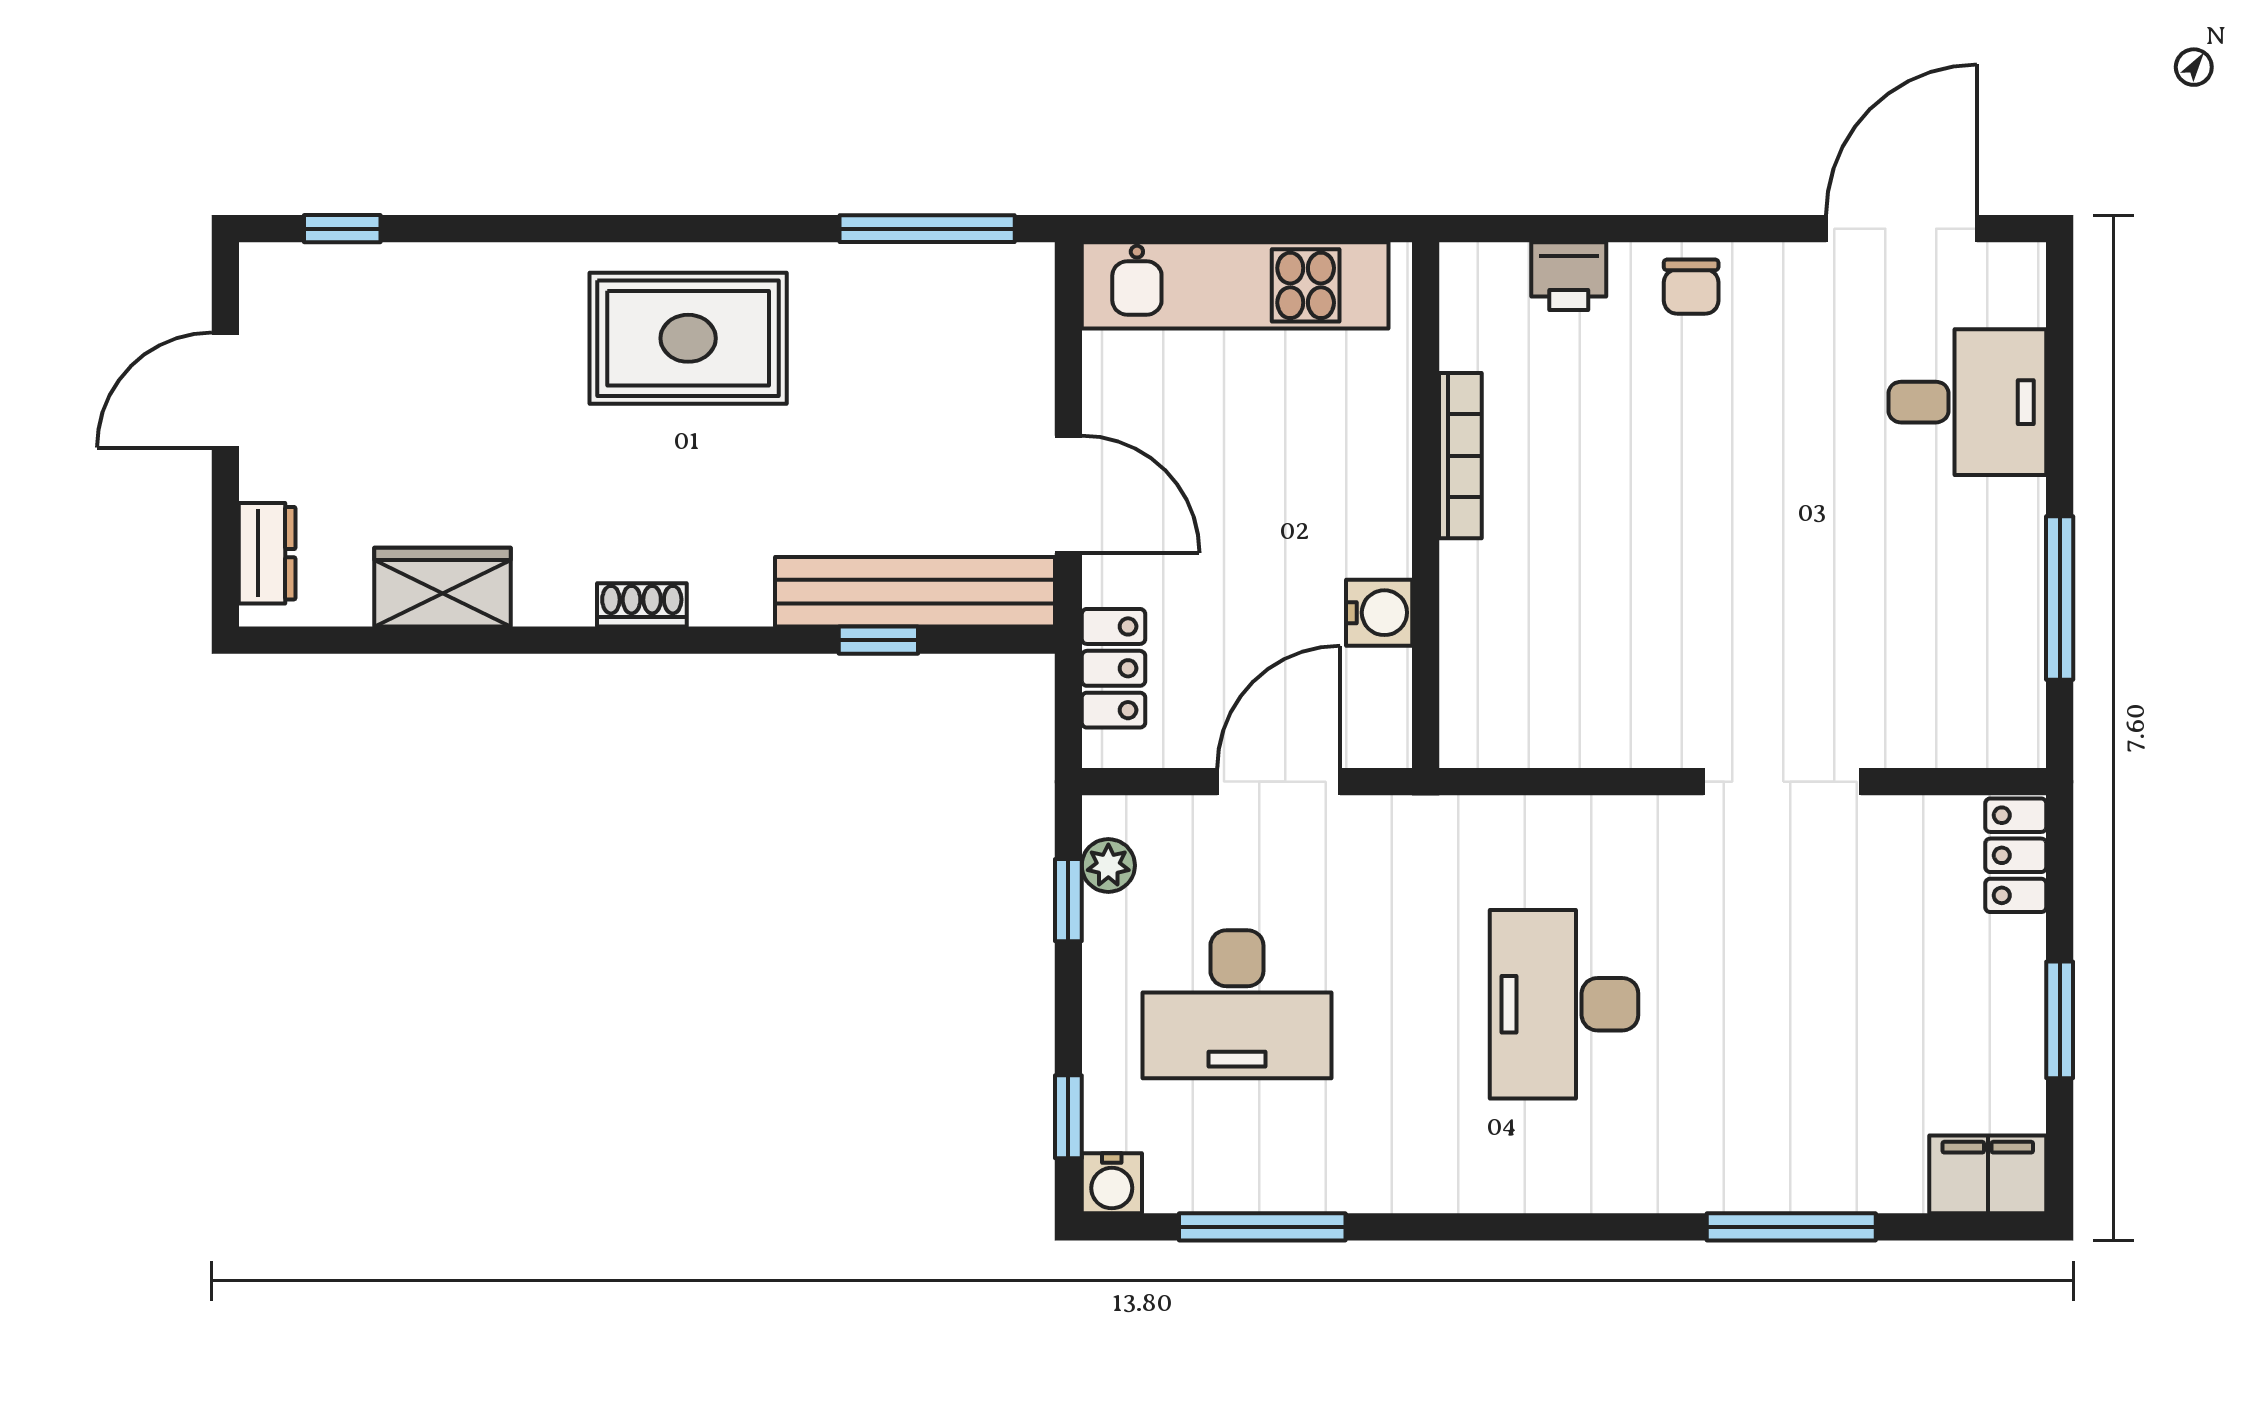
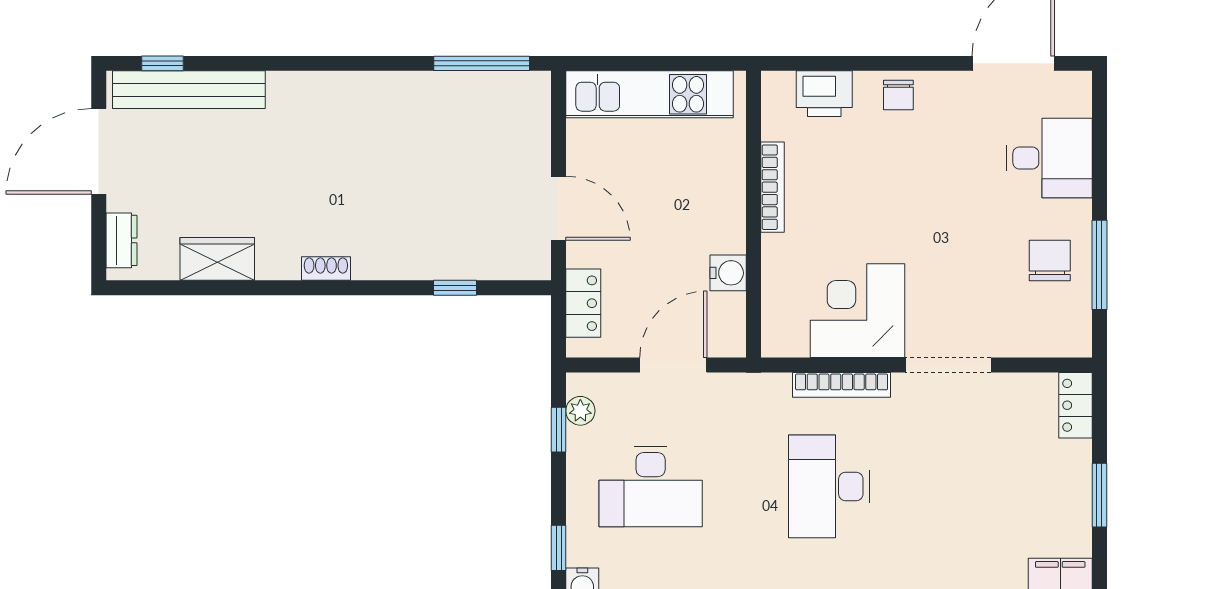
printer: (1569, 276) -> (824, 94), width x1.36, depth x1.24
rug: (688, 338) -> (351, 123), removed
door: (225, 390) -> (99, 151), width x1.36
chair: (1969, 590) -> (1050, 261), added
bench: (915, 592) -> (189, 90), moved
corner desk: (1616, 682) -> (857, 311), added
bookcase: (1587, 818) -> (842, 385), added

